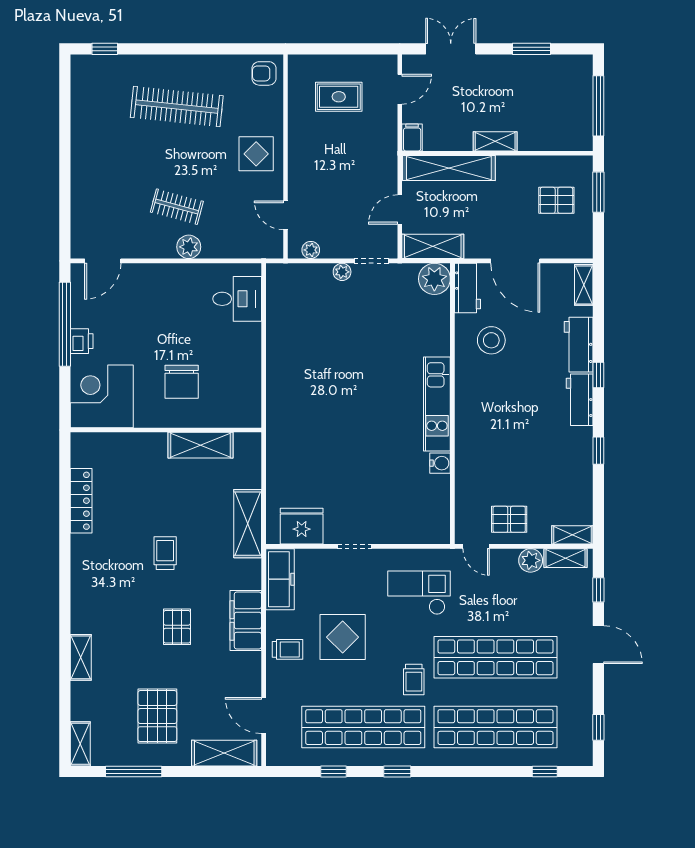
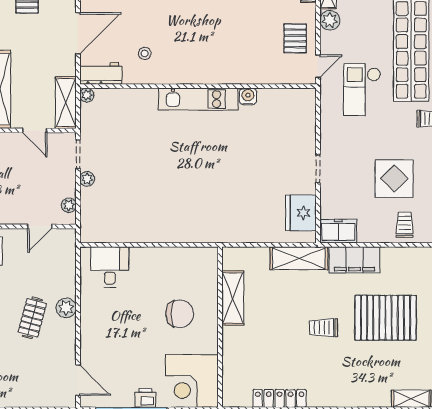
plant: (434, 279) -> (87, 95), width x0.53, depth x0.53
stool: (491, 340) -> (145, 53), width x0.53, depth x0.53
freezer: (280, 579) -> (338, 231), width x0.71
checkout: (419, 593) -> (362, 90), moved
filing cabinet: (246, 621) -> (354, 260), moved
pallet: (177, 627) -> (386, 318), width x2.05, depth x2.00

